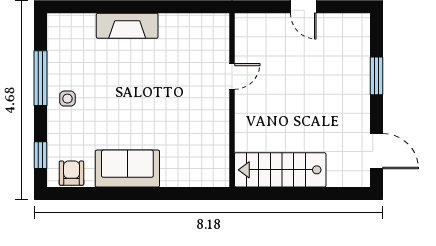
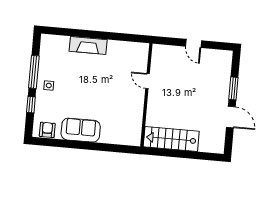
door: (232, 76) -> (148, 81), swing flipped
door: (377, 151) -> (231, 117), moved
window: (40, 155) -> (31, 105), moved

